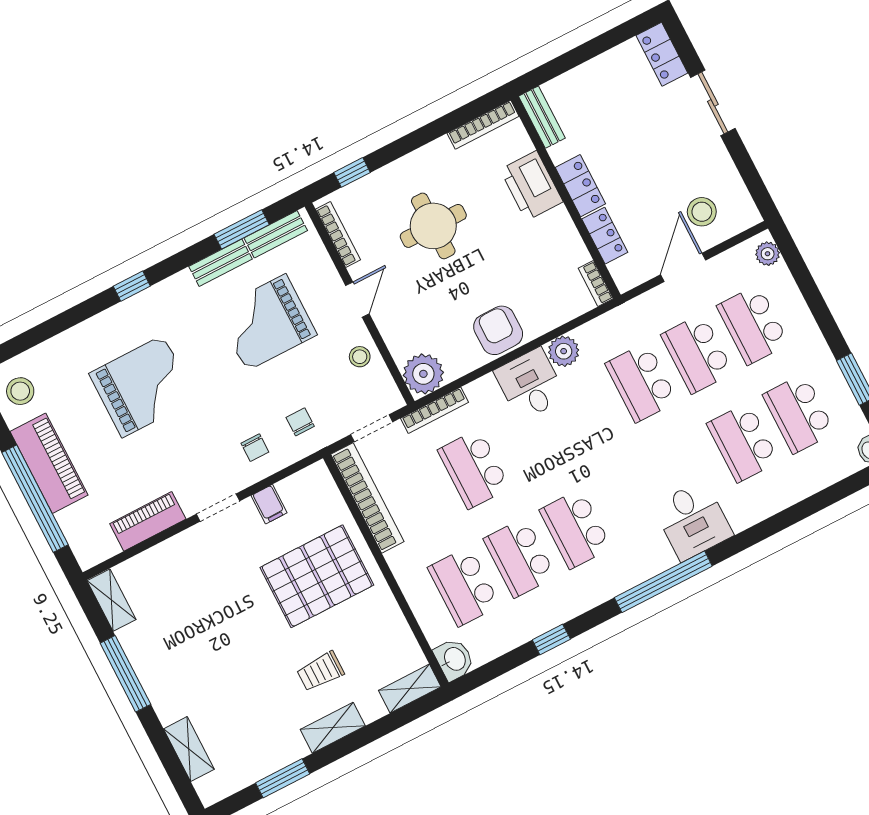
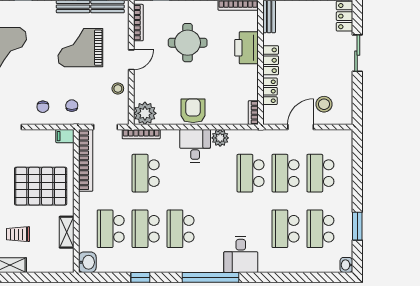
plant: (768, 254) -> (346, 142), removed
filing cabinet: (269, 504) -> (65, 136), moved, turned 90
shelving: (410, 689) -> (67, 232), moved, turned 90

